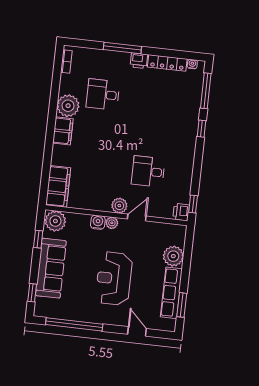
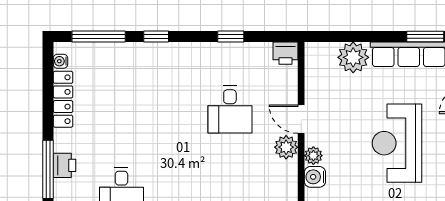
printer: (139, 61) -> (64, 165), moved
window: (193, 204) -> (231, 36), moved
reception desk: (114, 279) -> (397, 143), turned 90

